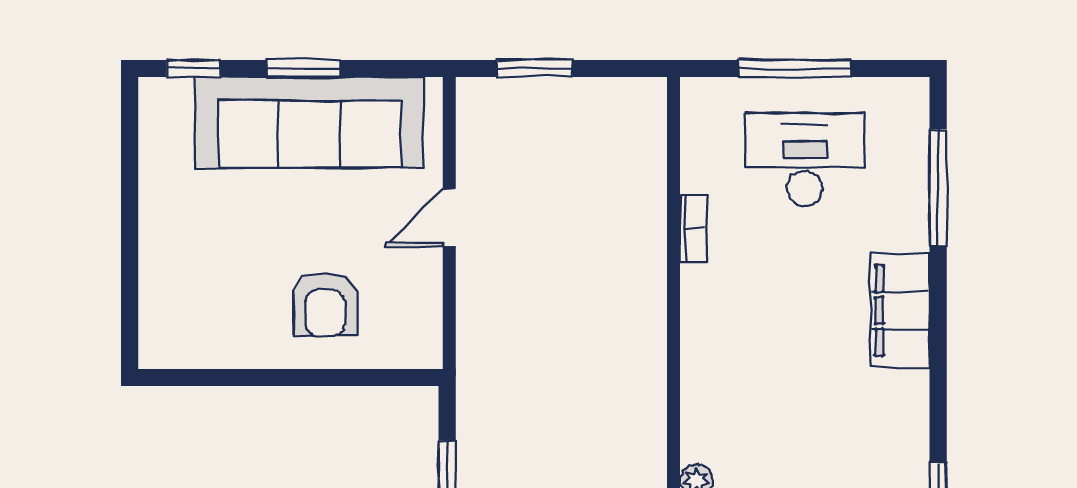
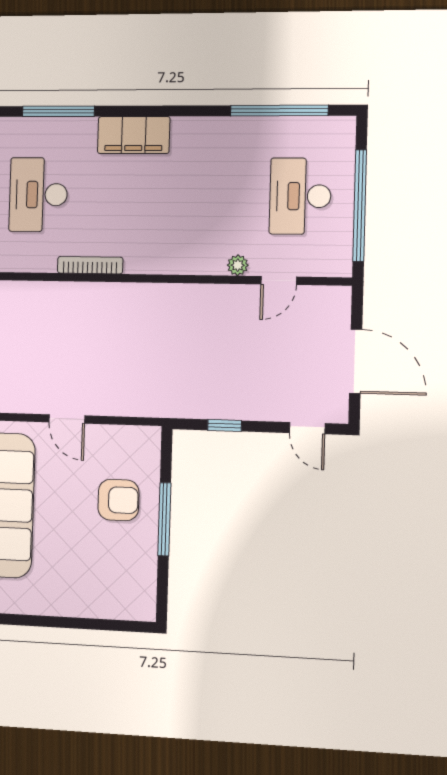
bookcase: (693, 228) -> (90, 265), width x1.56
window: (298, 378) -> (164, 519), added

